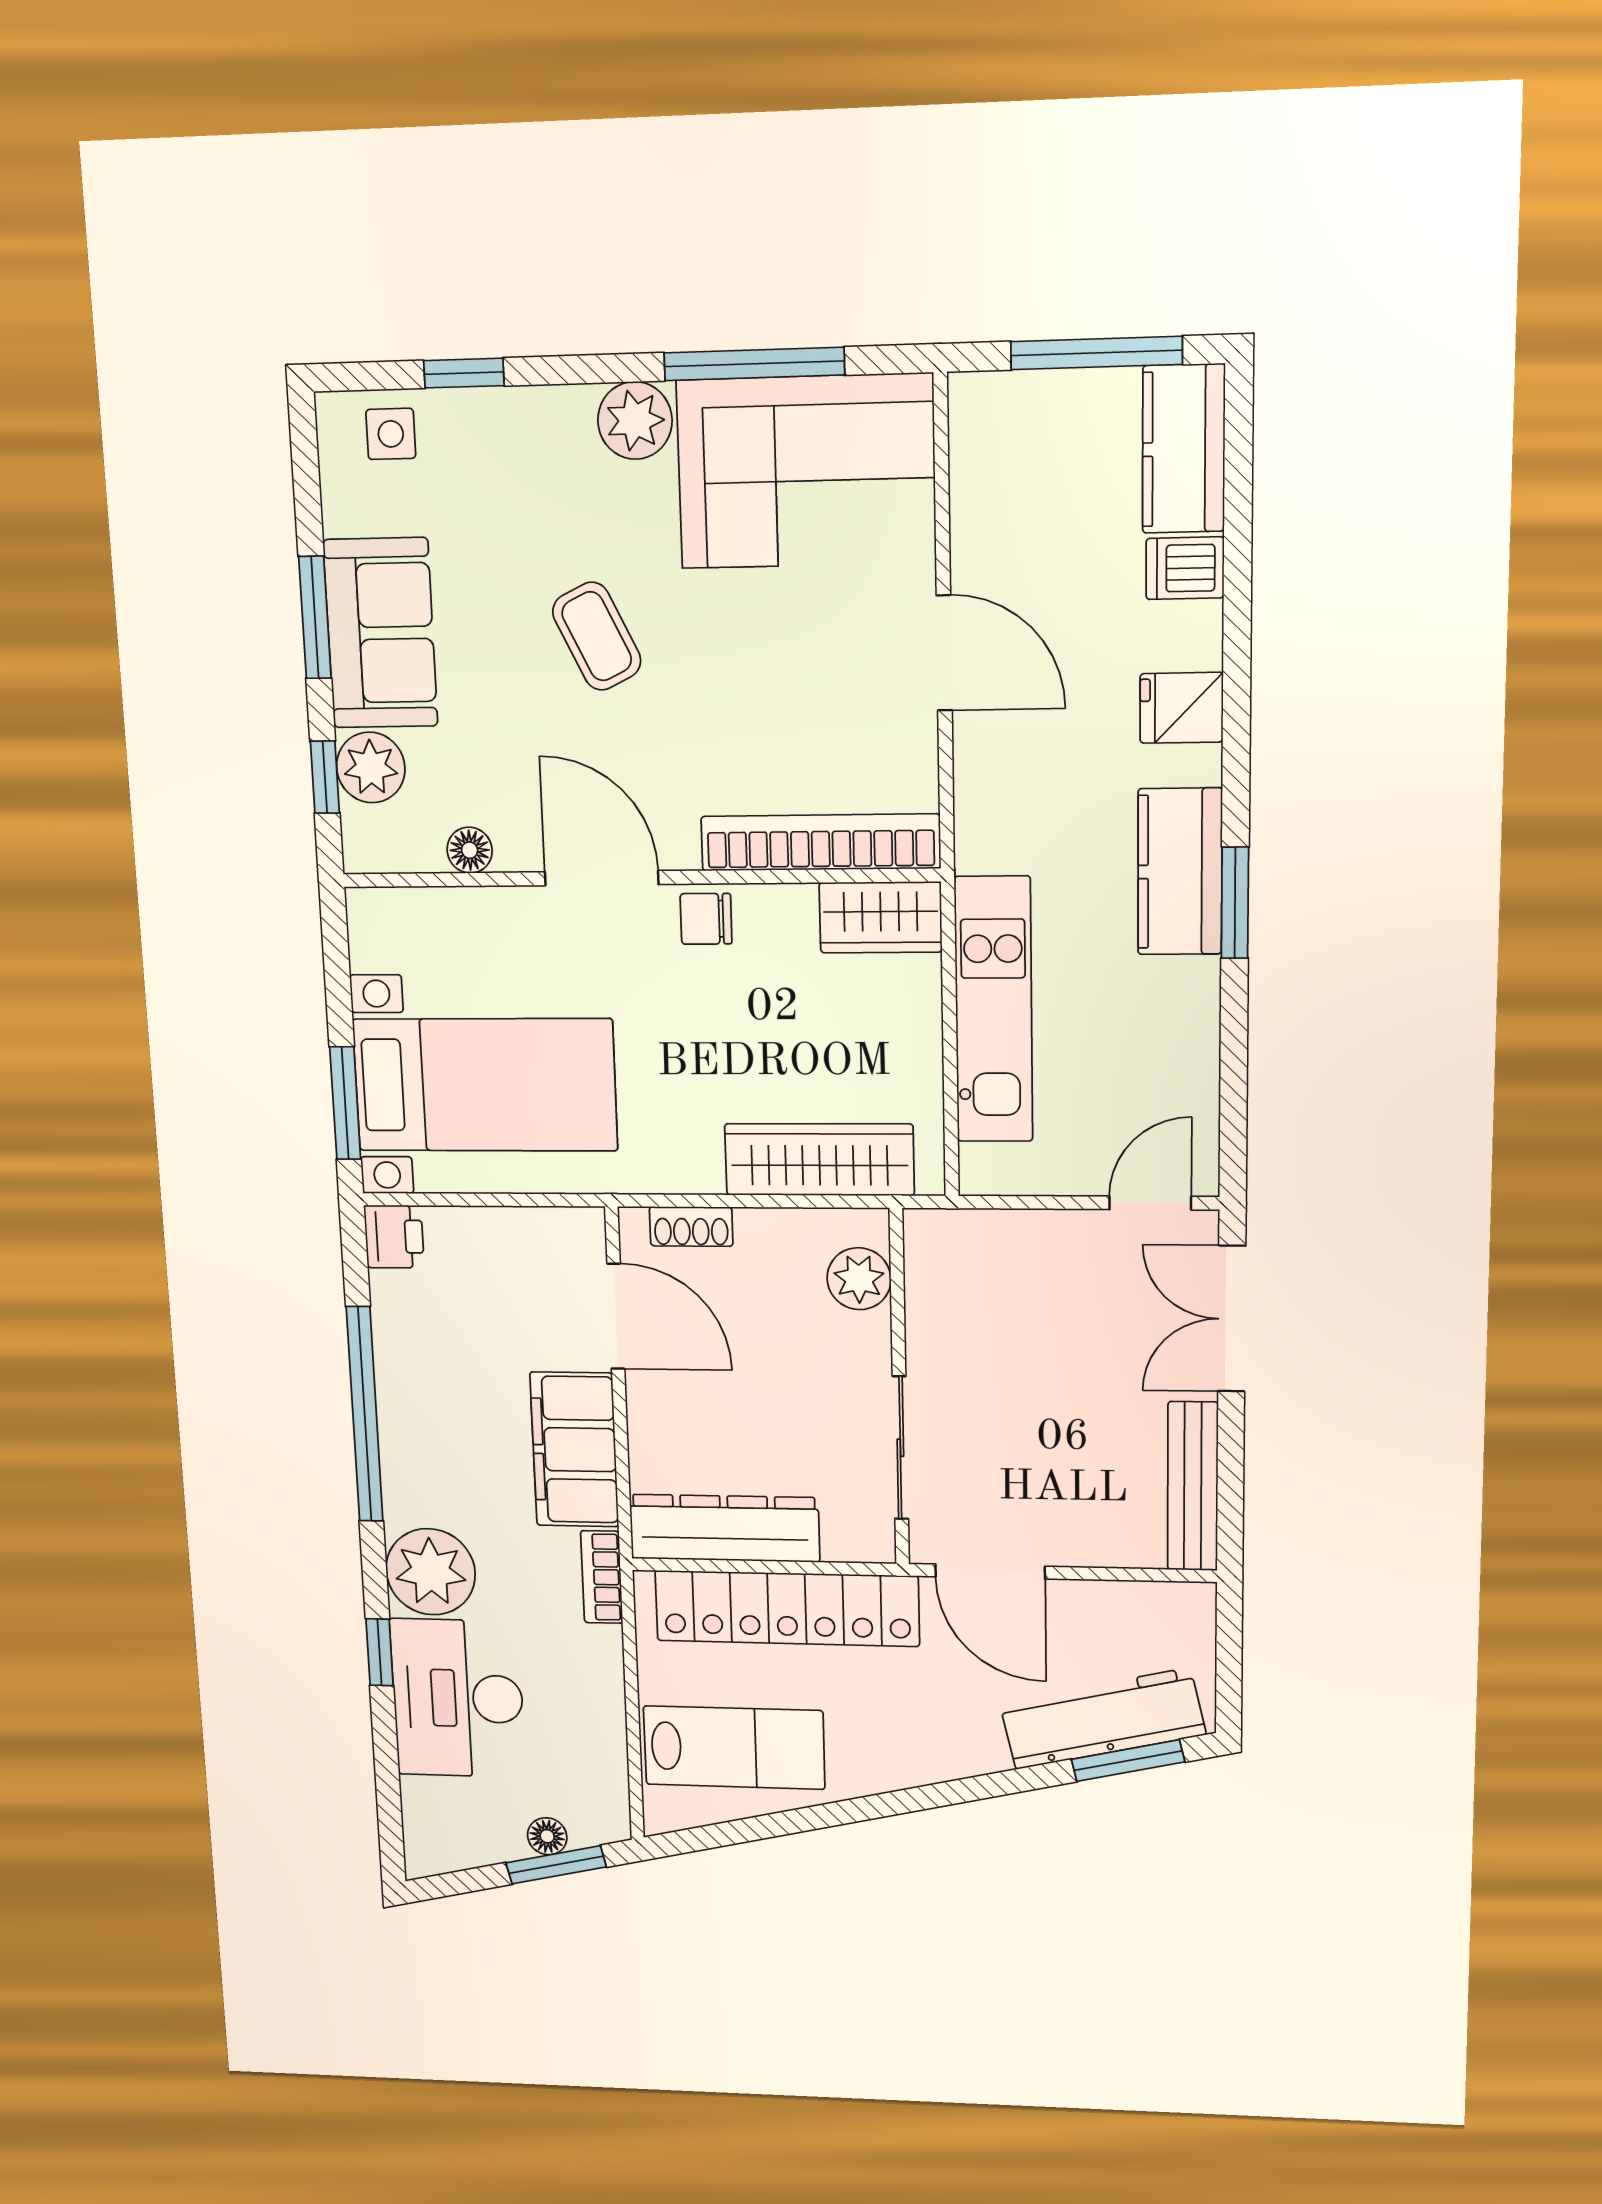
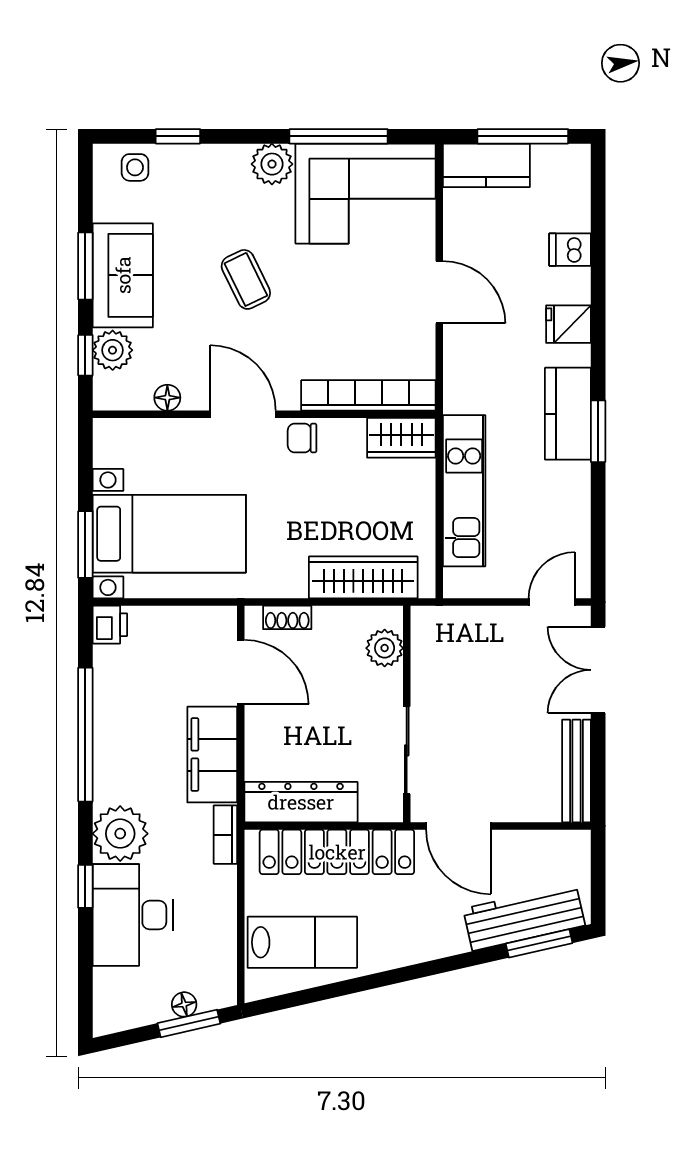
kitchen counter: (1184, 449) -> (486, 165), moved, turned -90

